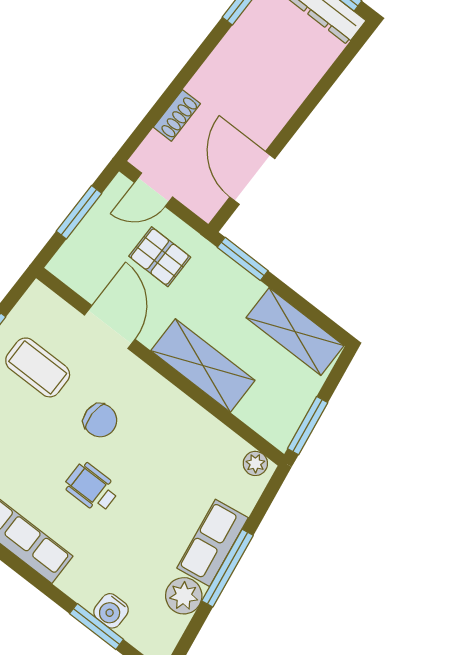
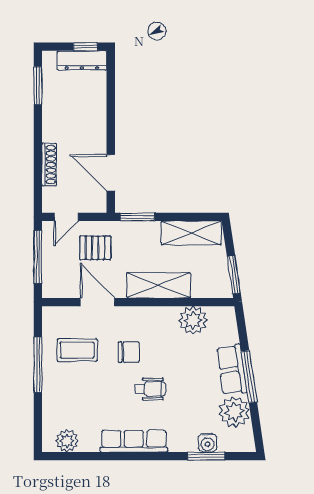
shoe rack: (177, 115) -> (49, 165), width x1.43
window: (79, 212) -> (38, 257), width x1.44
plant: (255, 463) -> (193, 320), moved, width x1.88, depth x1.88
wheelchair: (92, 488) -> (150, 389), turned 180
plant: (184, 596) -> (234, 412), width x1.36, depth x1.36

